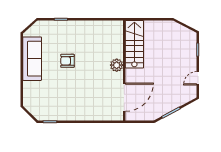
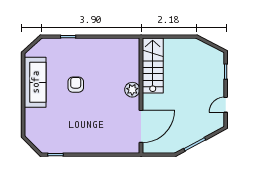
armchair: (67, 61) -> (76, 85), turned 90

